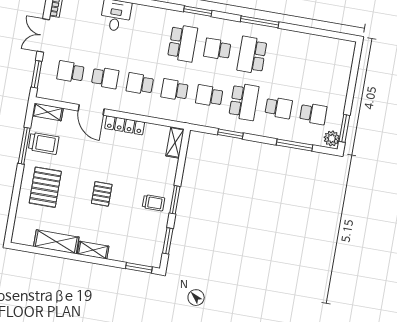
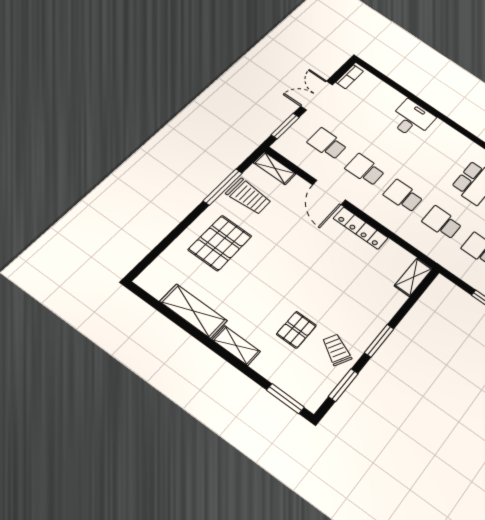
school desk: (105, 78) -> (365, 170), turned 180
pallet: (102, 194) -> (296, 330), moved
trolley: (153, 203) -> (337, 350), moved, turned -152

